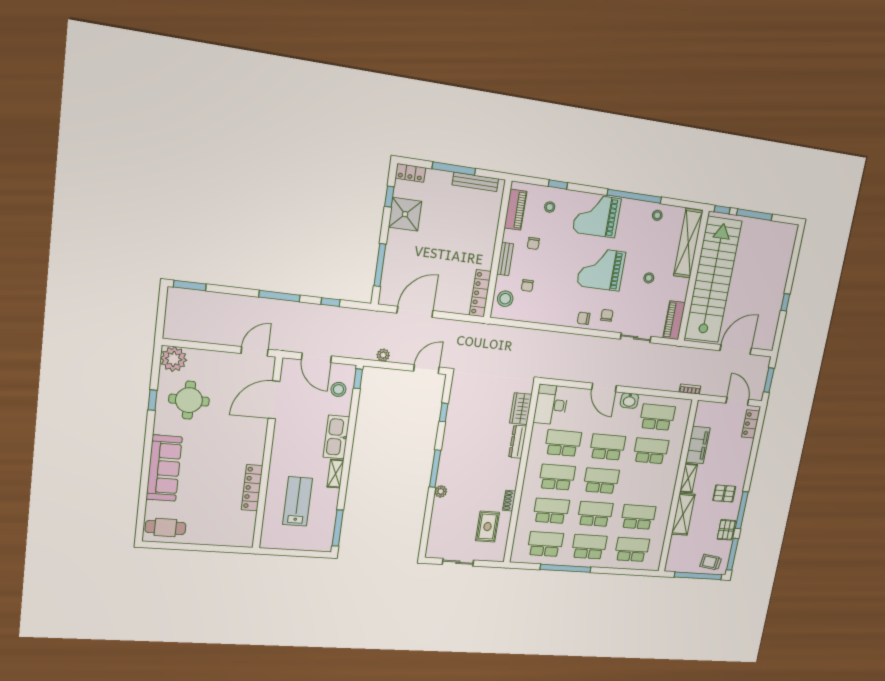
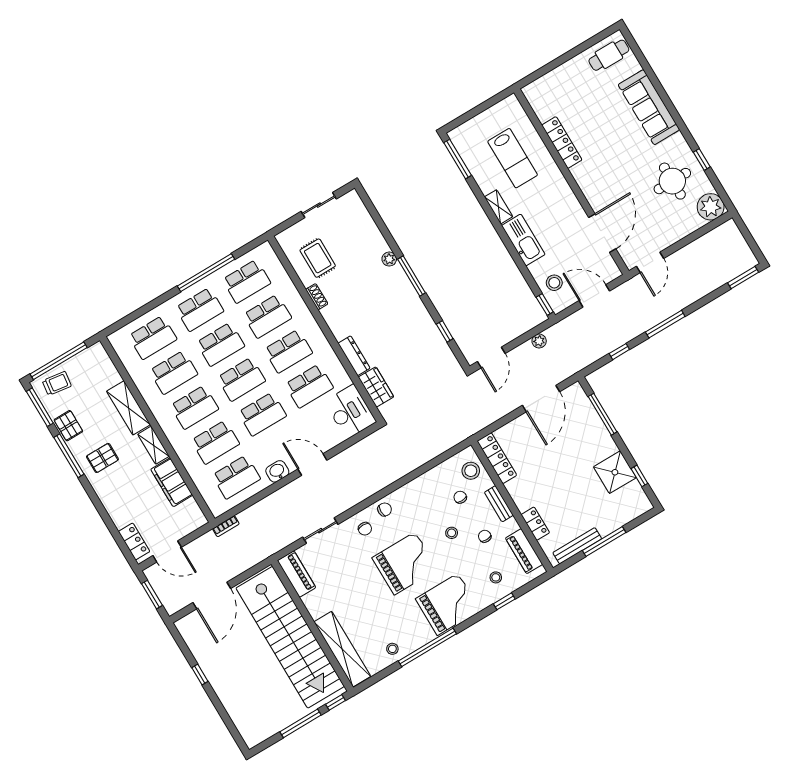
locker: (410, 173) -> (535, 524), moved, turned 90
stool: (649, 278) -> (452, 533), moved
school desk: (644, 484) -> (194, 407), added

